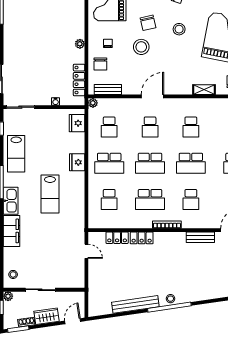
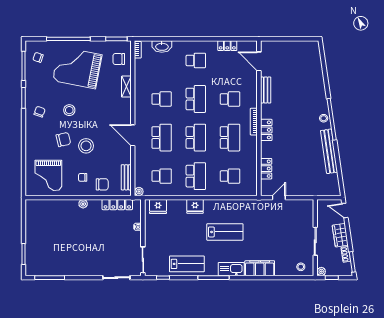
school desk: (150, 127) -> (162, 138), width x1.85
locker: (142, 238) -> (266, 130), moved

